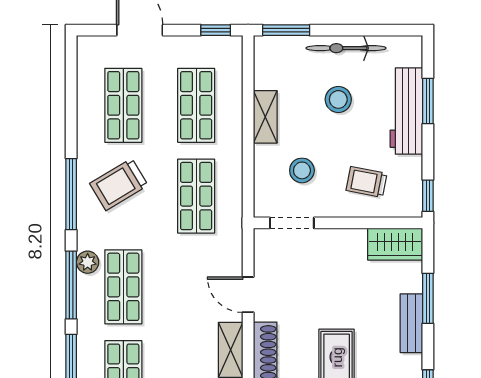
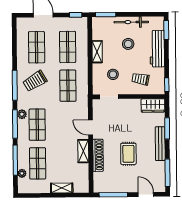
window: (428, 101) -> (166, 30), moved
bench: (411, 323) -> (160, 144), width x1.36

